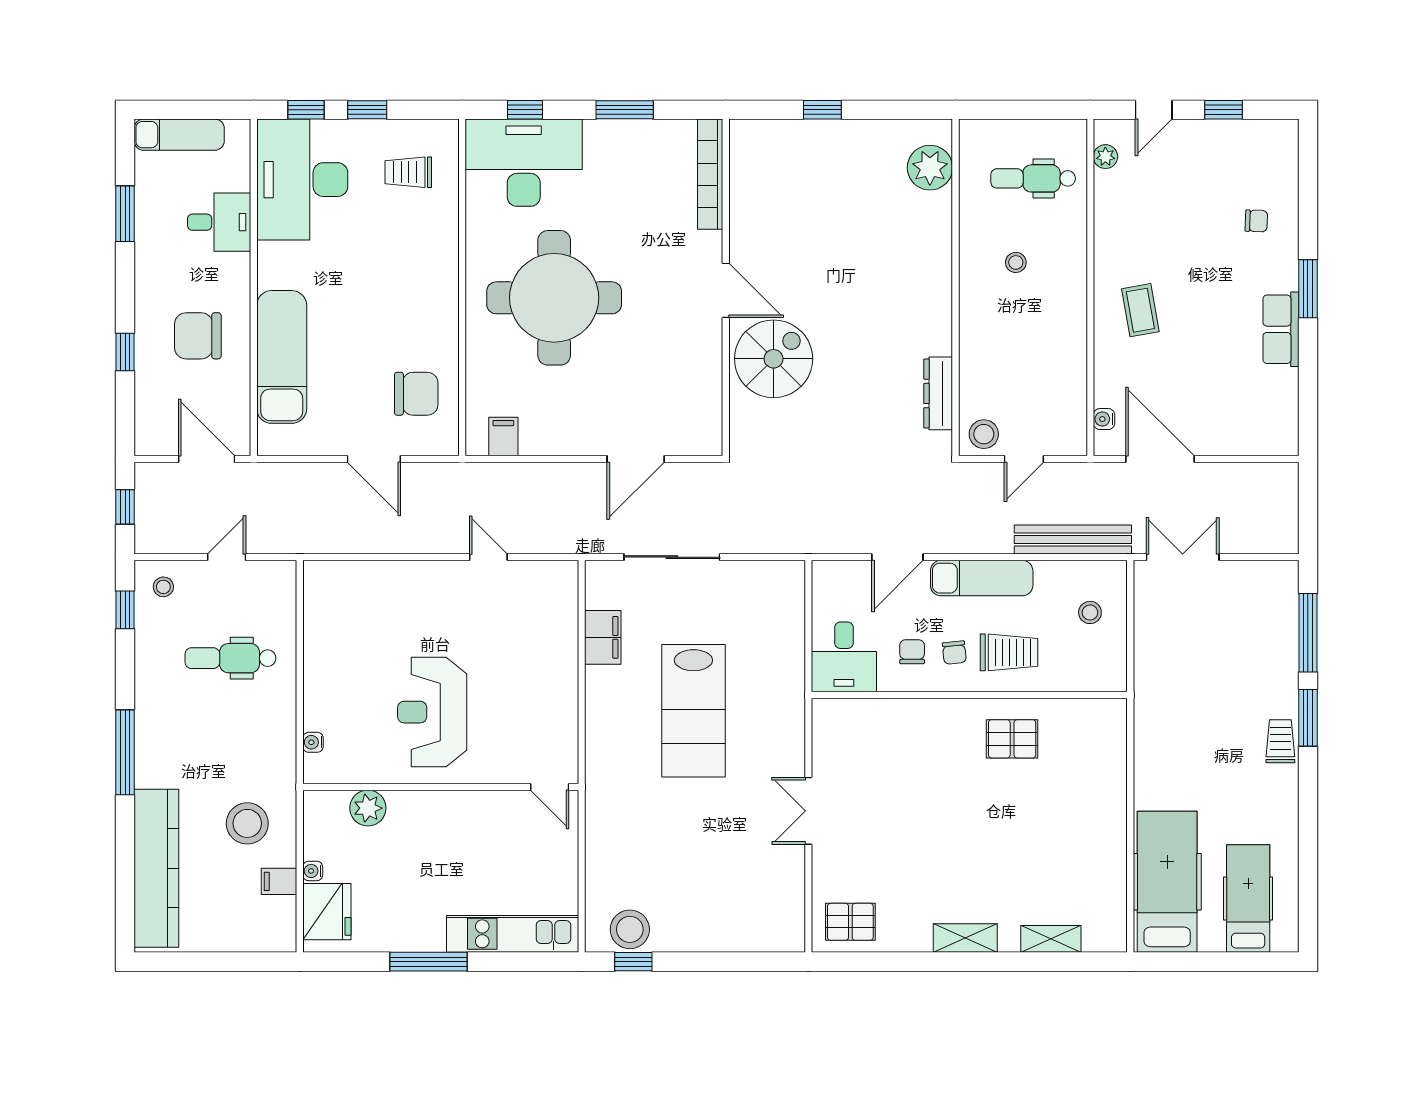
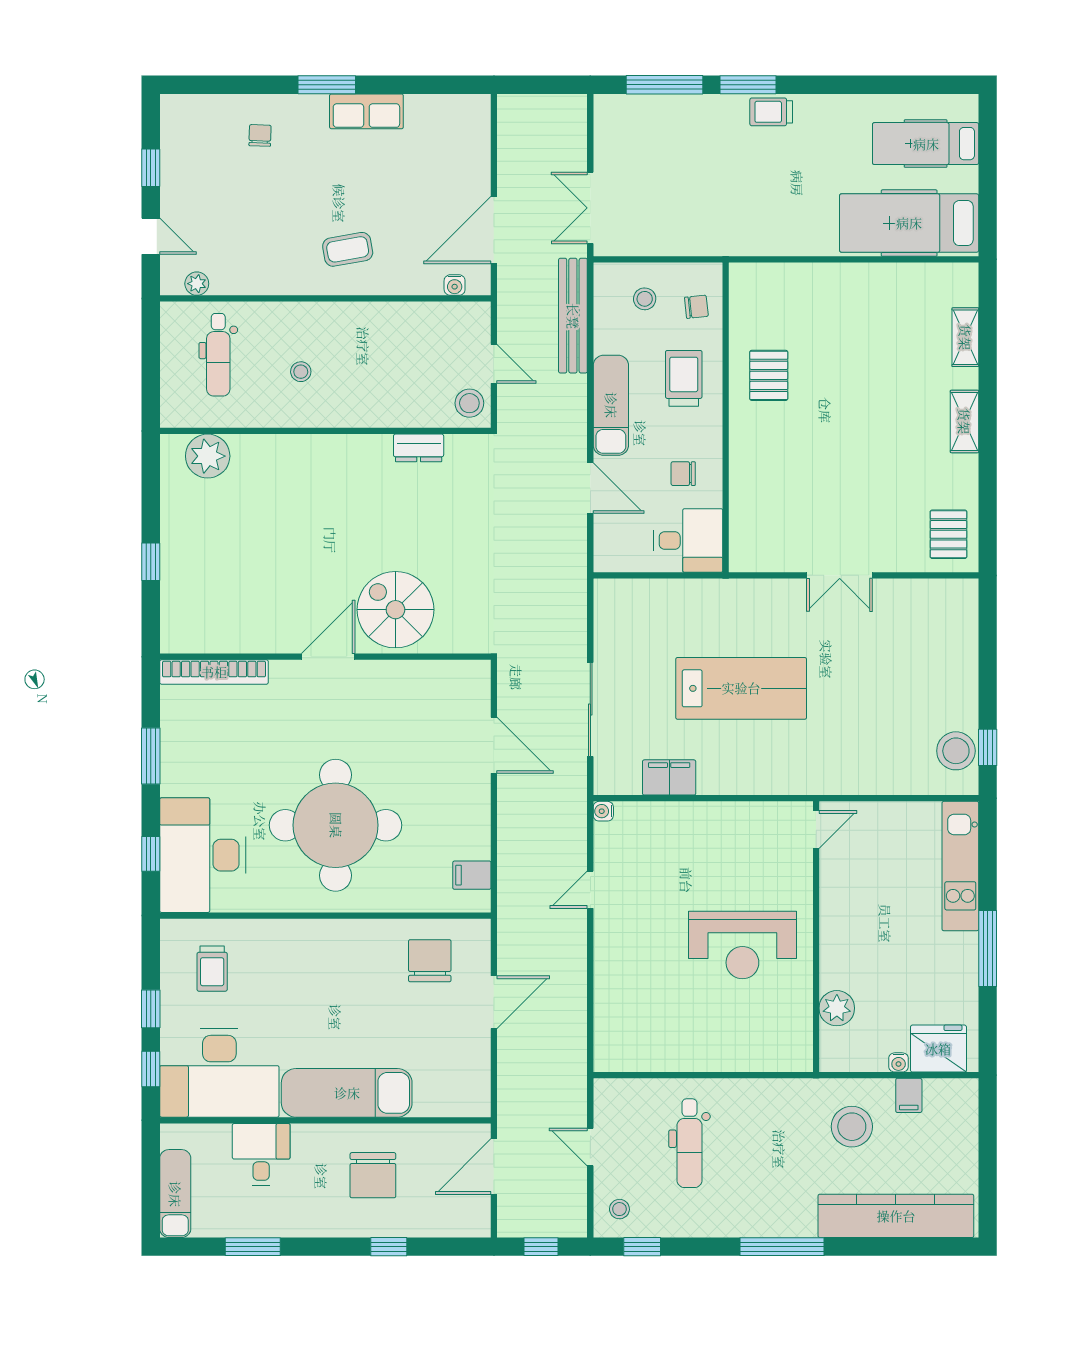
exam couch: (282, 357) -> (347, 1093), moved
dresser: (938, 393) -> (419, 448), width x0.70
chair: (954, 653) -> (696, 307), moved
water cooler: (313, 742) -> (603, 811), moved, turned 90

